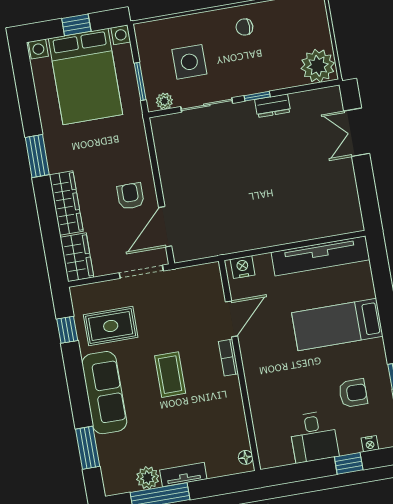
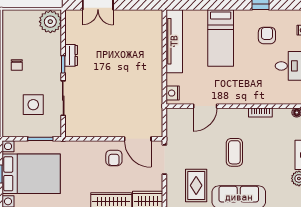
plant: (164, 101) -> (56, 125), removed
armchair: (131, 196) -> (114, 158), turned -90
door: (232, 319) -> (205, 106), swing flipped
bookcase: (228, 358) -> (260, 112), moved
coffee table: (170, 375) -> (234, 152), turned 90

